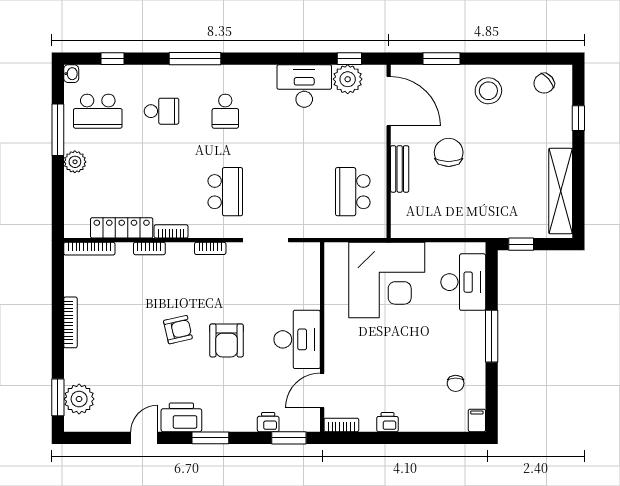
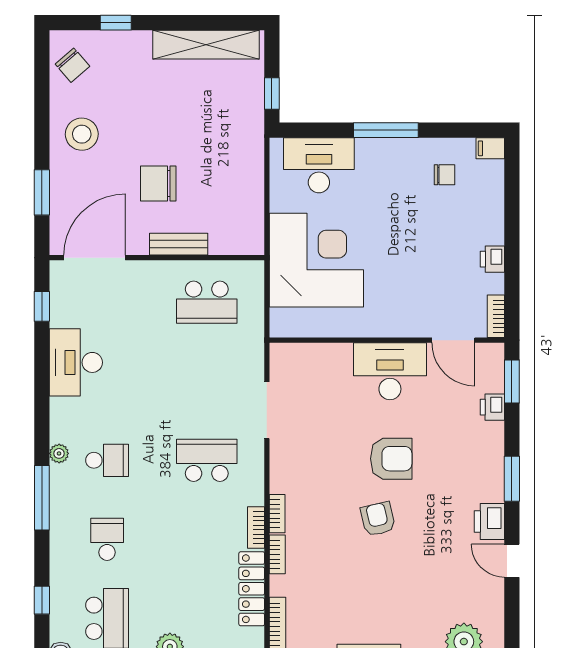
plant: (348, 79) -> (59, 453), moved, width x0.53, depth x0.53
bookcase: (210, 248) -> (277, 514), moved
printer: (181, 417) -> (489, 521), width x0.73, depth x0.84

